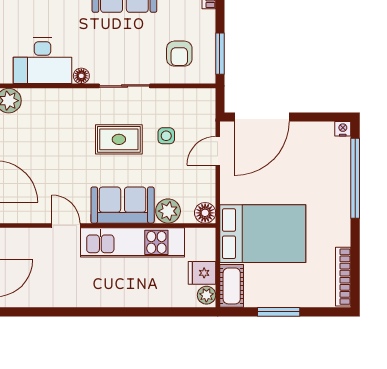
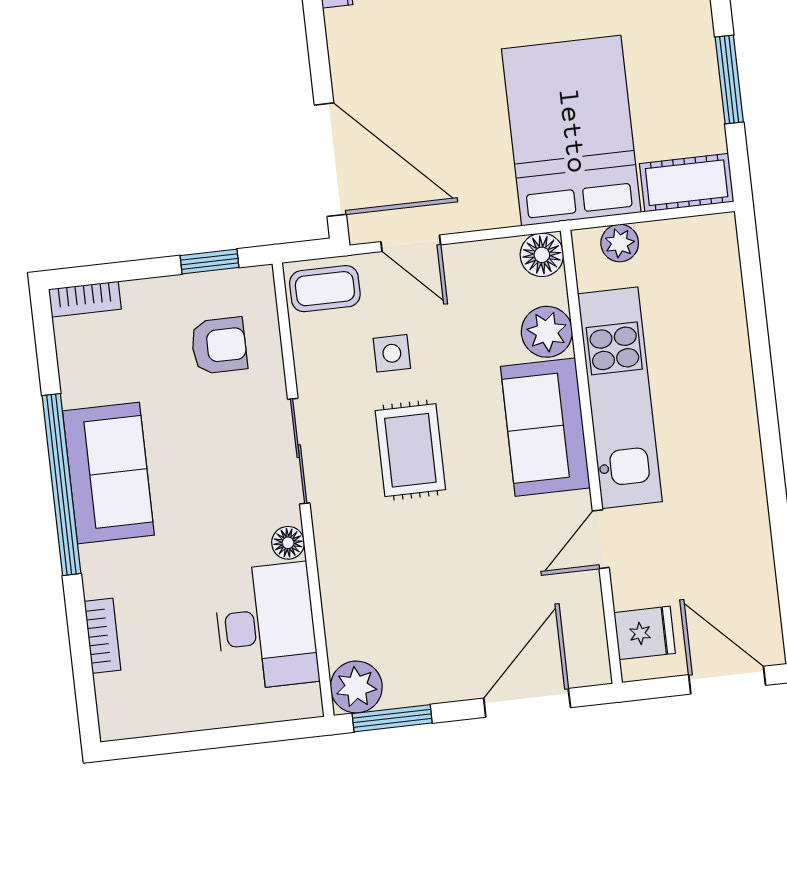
window: (220, 54) -> (210, 262), width x0.67
coffee table: (201, 107) -> (325, 289), added
fridge: (202, 273) -> (645, 633), moved, turned -90
plant: (206, 295) -> (620, 243), moved

